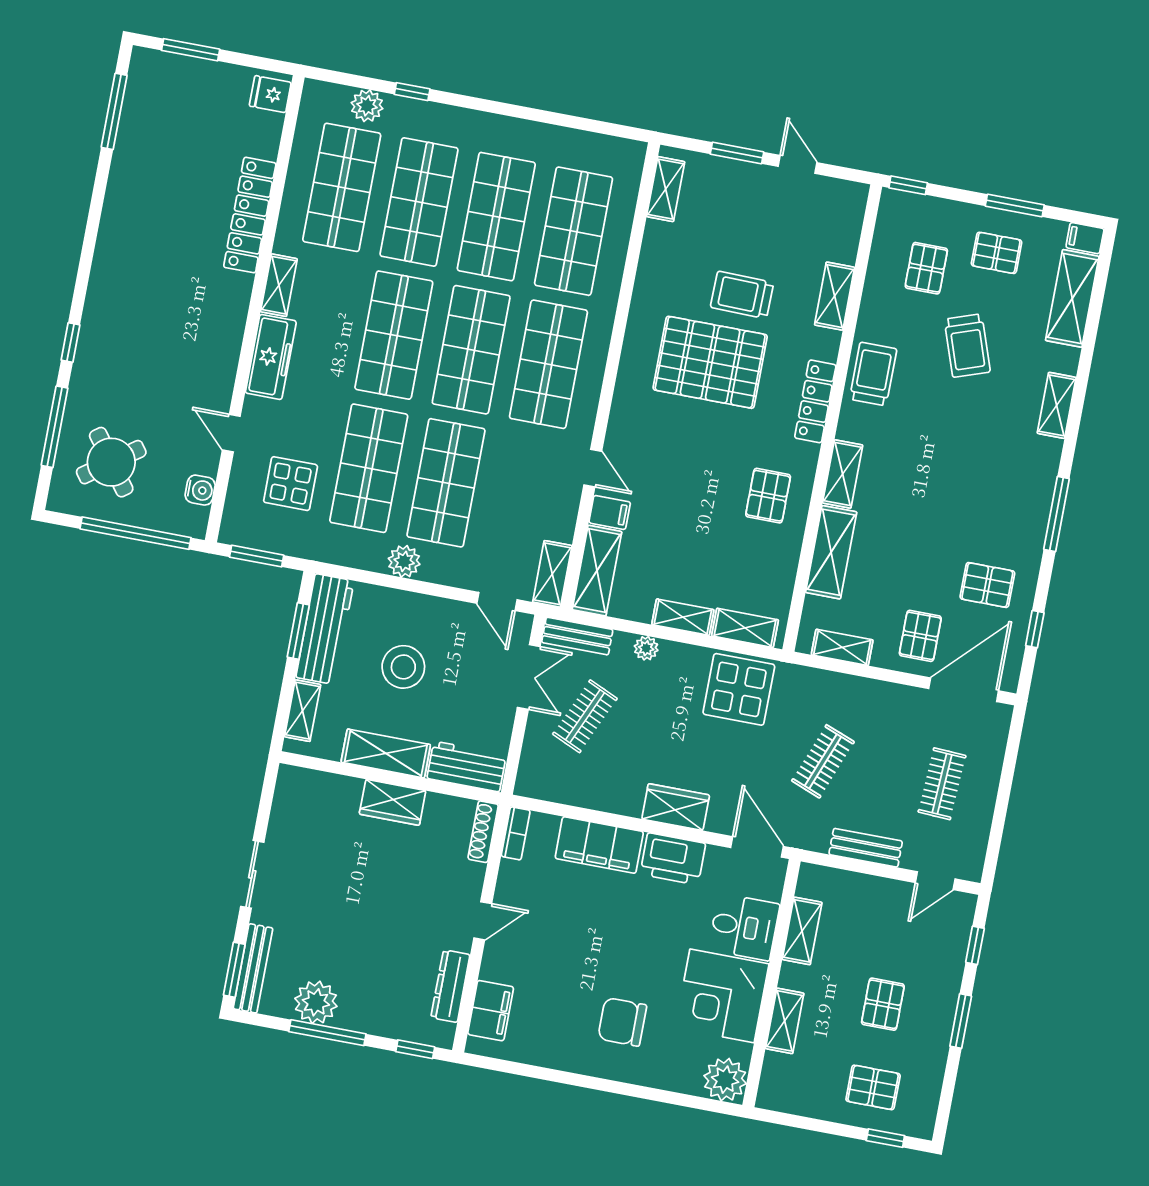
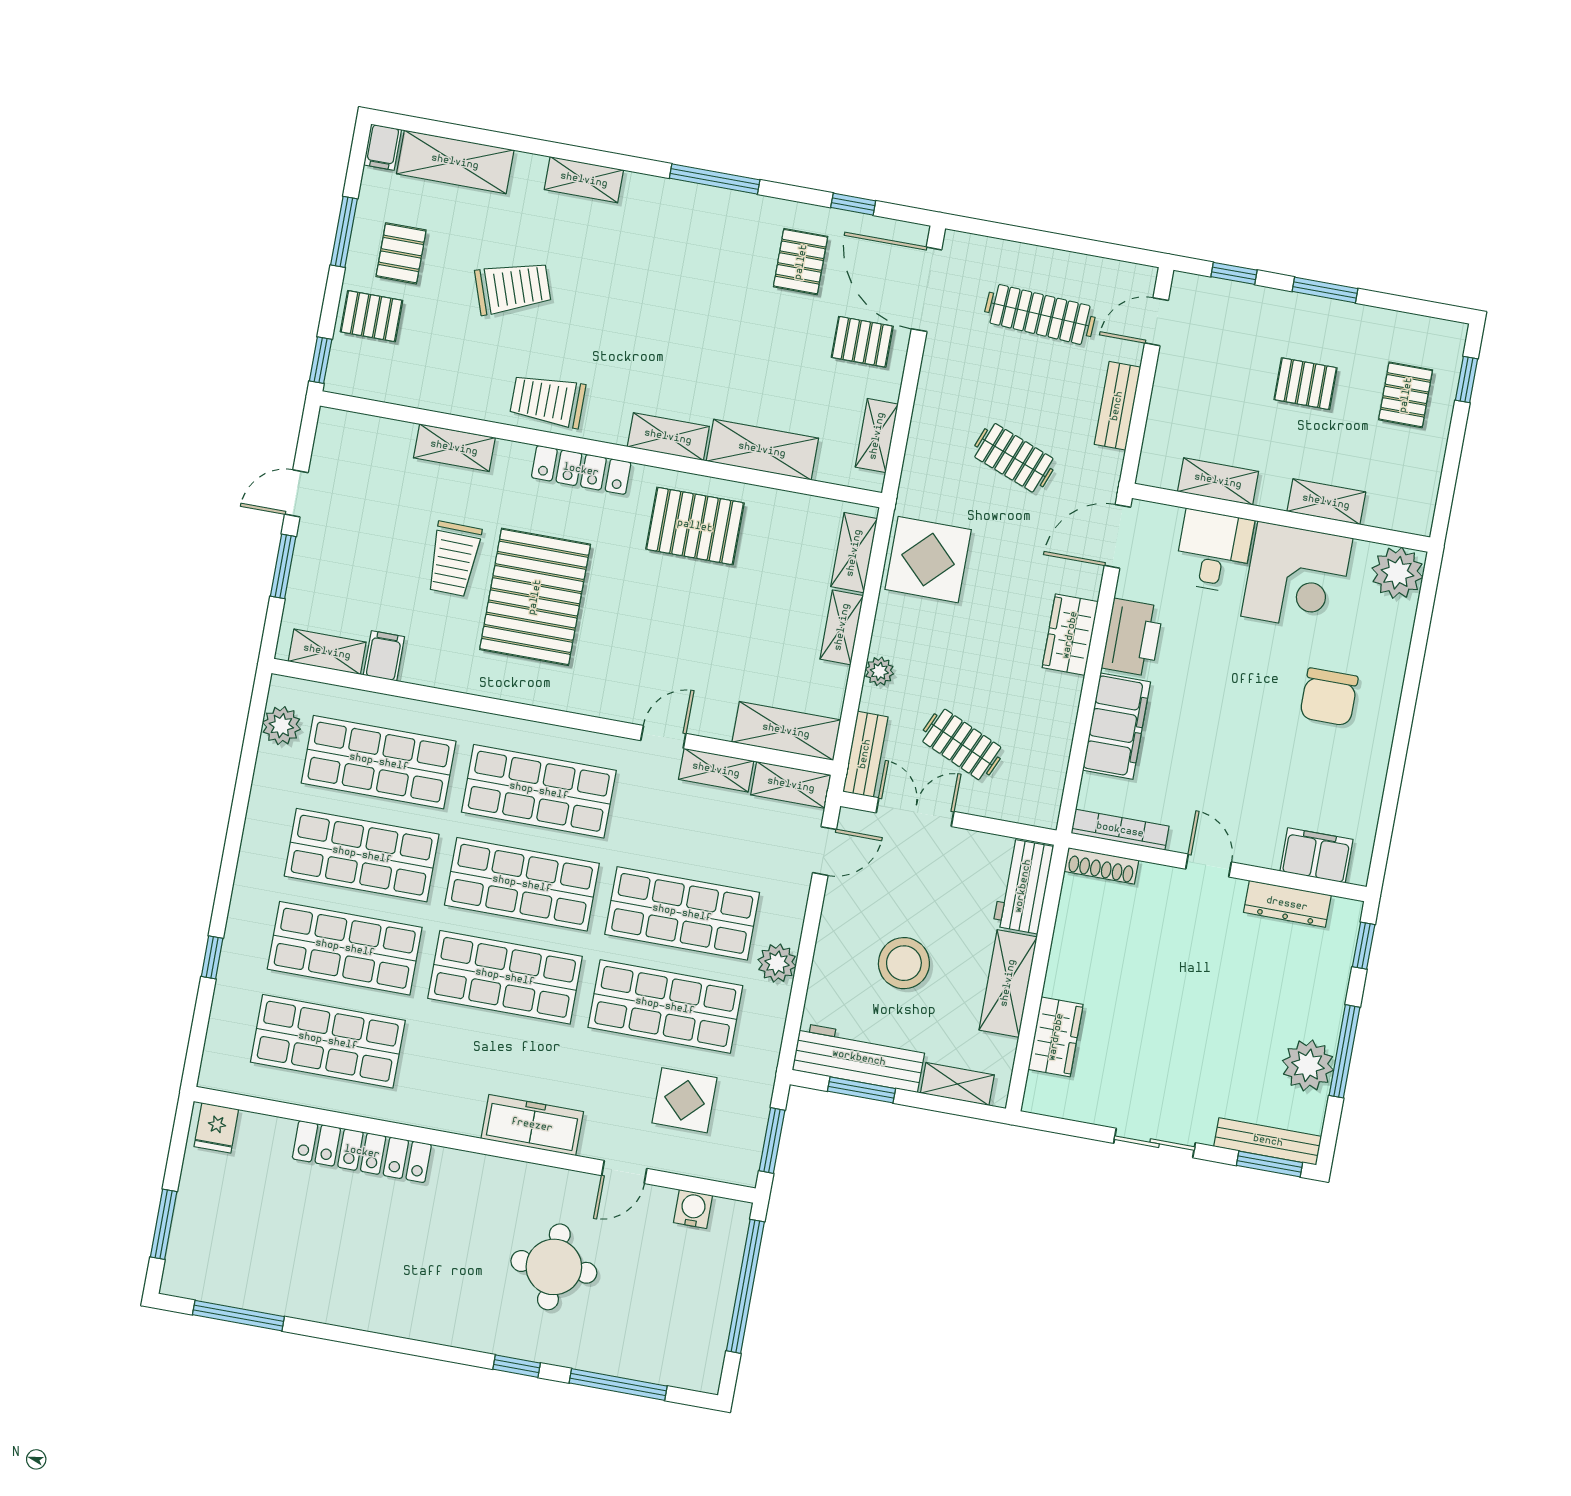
plant: (367, 106) -> (281, 726), moved
pallet: (926, 268) -> (372, 316), moved
shelving: (279, 285) -> (716, 770), moved
round table: (111, 462) -> (554, 1267), moved, turned 36
pallet: (768, 496) -> (695, 526), width x1.50, depth x1.42
filing cabinet: (610, 512) -> (384, 656), moved
clothes rail: (942, 784) -> (1040, 314), width x1.36
wardrobe: (393, 802) -> (1056, 1037), moved
bookcase: (516, 833) -> (1120, 830), width x1.56
door: (935, 881) -> (1156, 322), swing flipped

